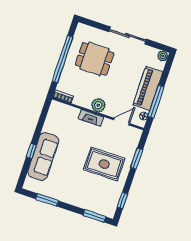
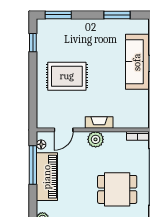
window: (137, 159) -> (33, 95), removed

